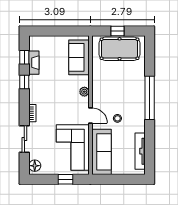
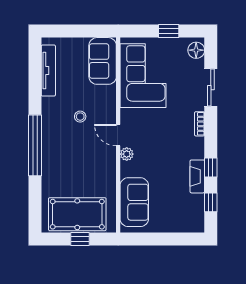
fireplace: (34, 63) -> (197, 176), moved
door: (90, 116) -> (118, 135), moved
sofa: (101, 152) -> (103, 61), width x0.73
window: (65, 179) -> (169, 31), moved

